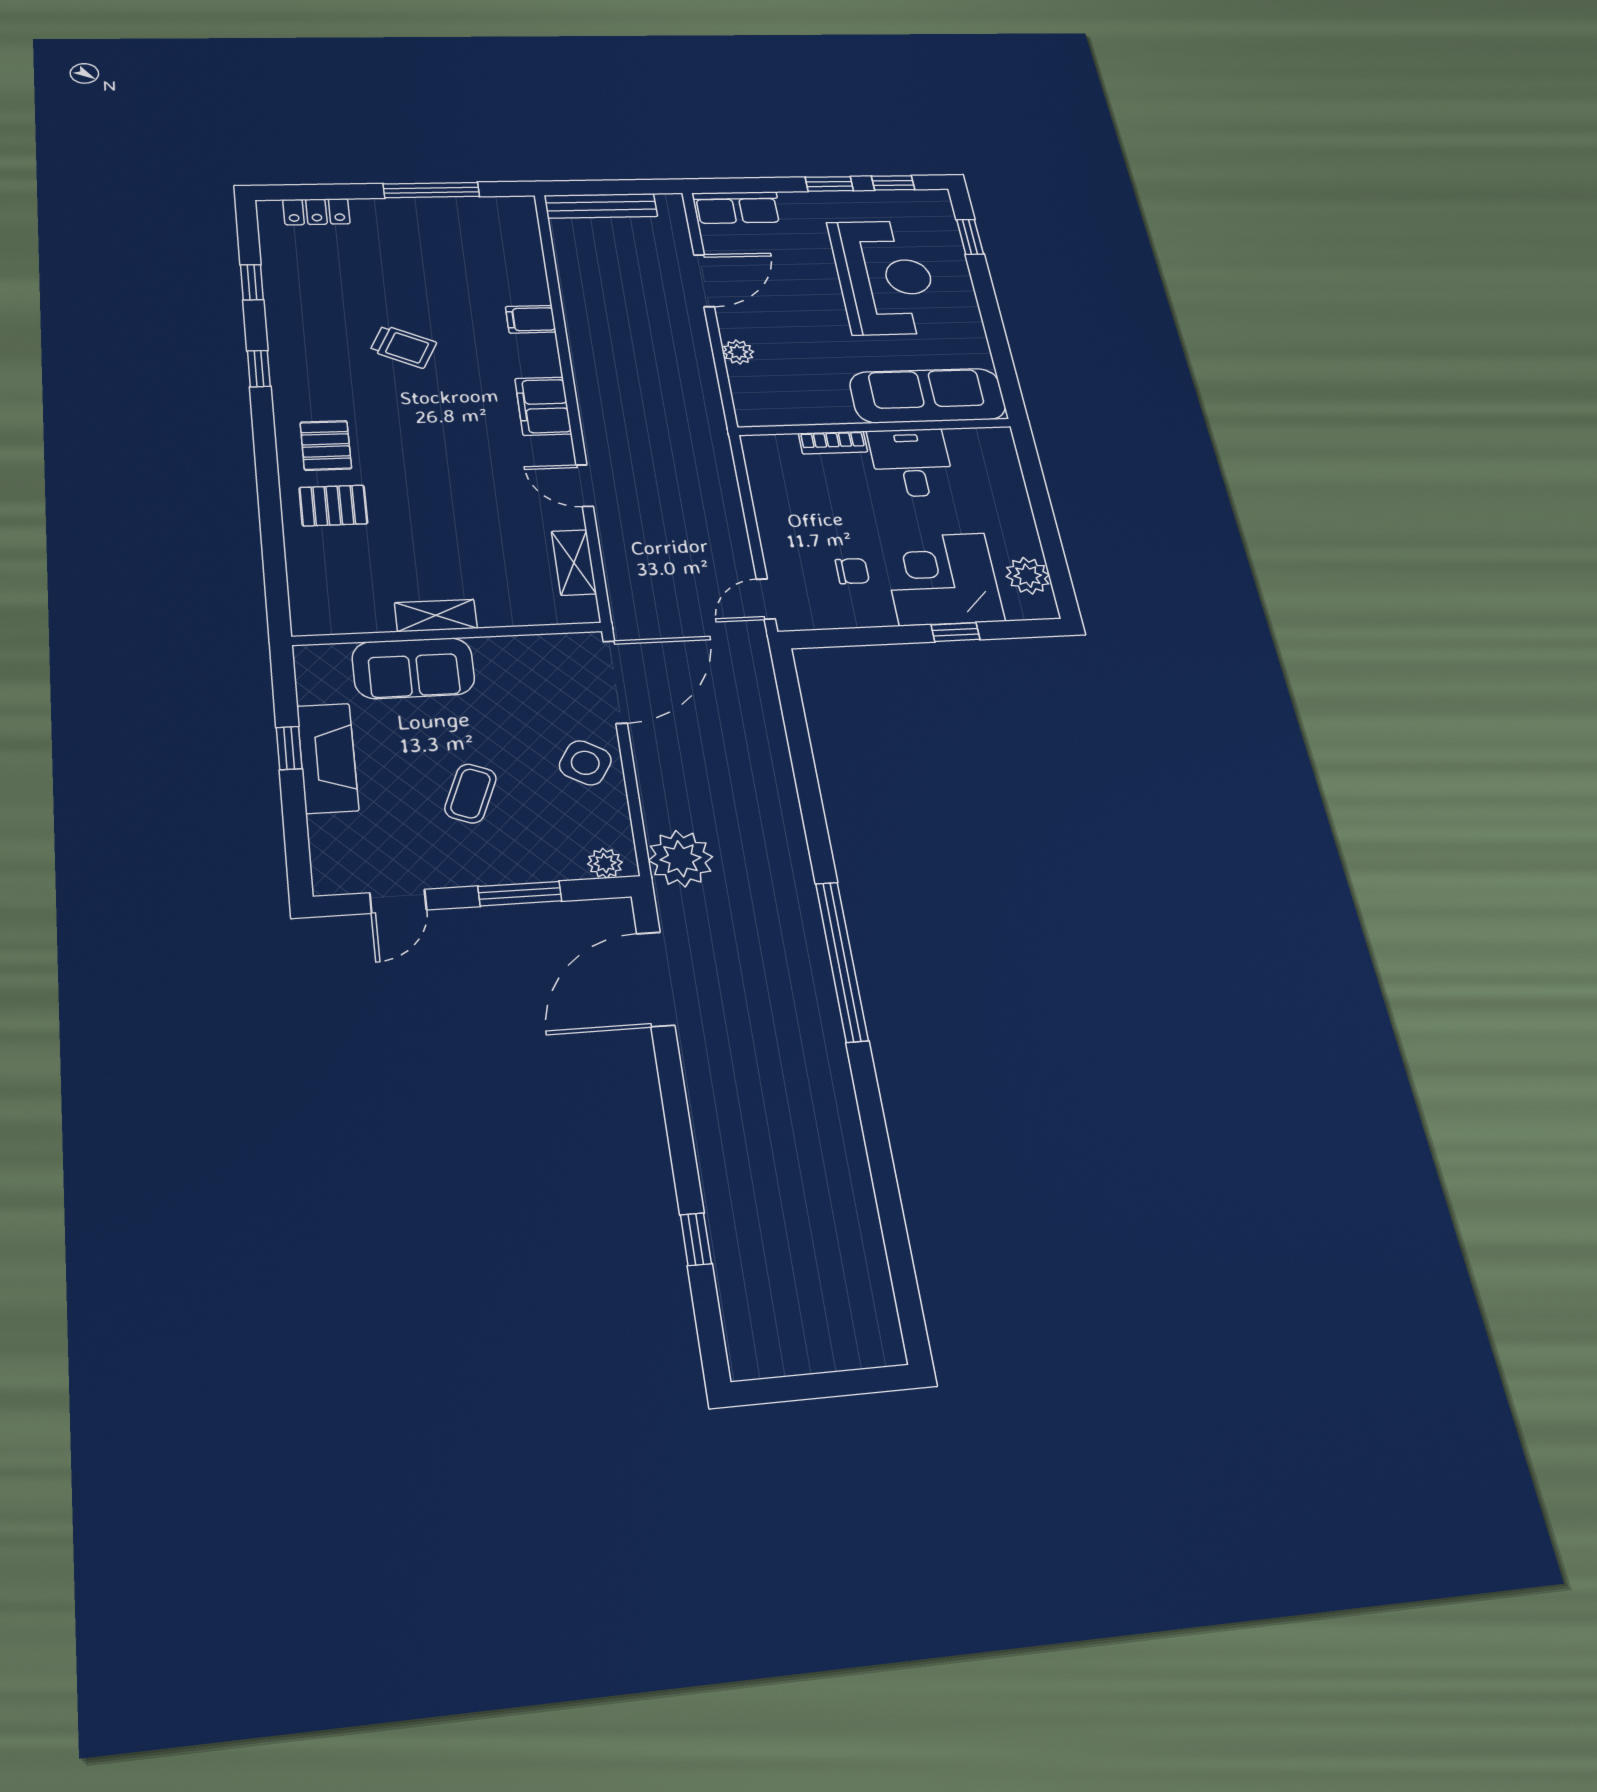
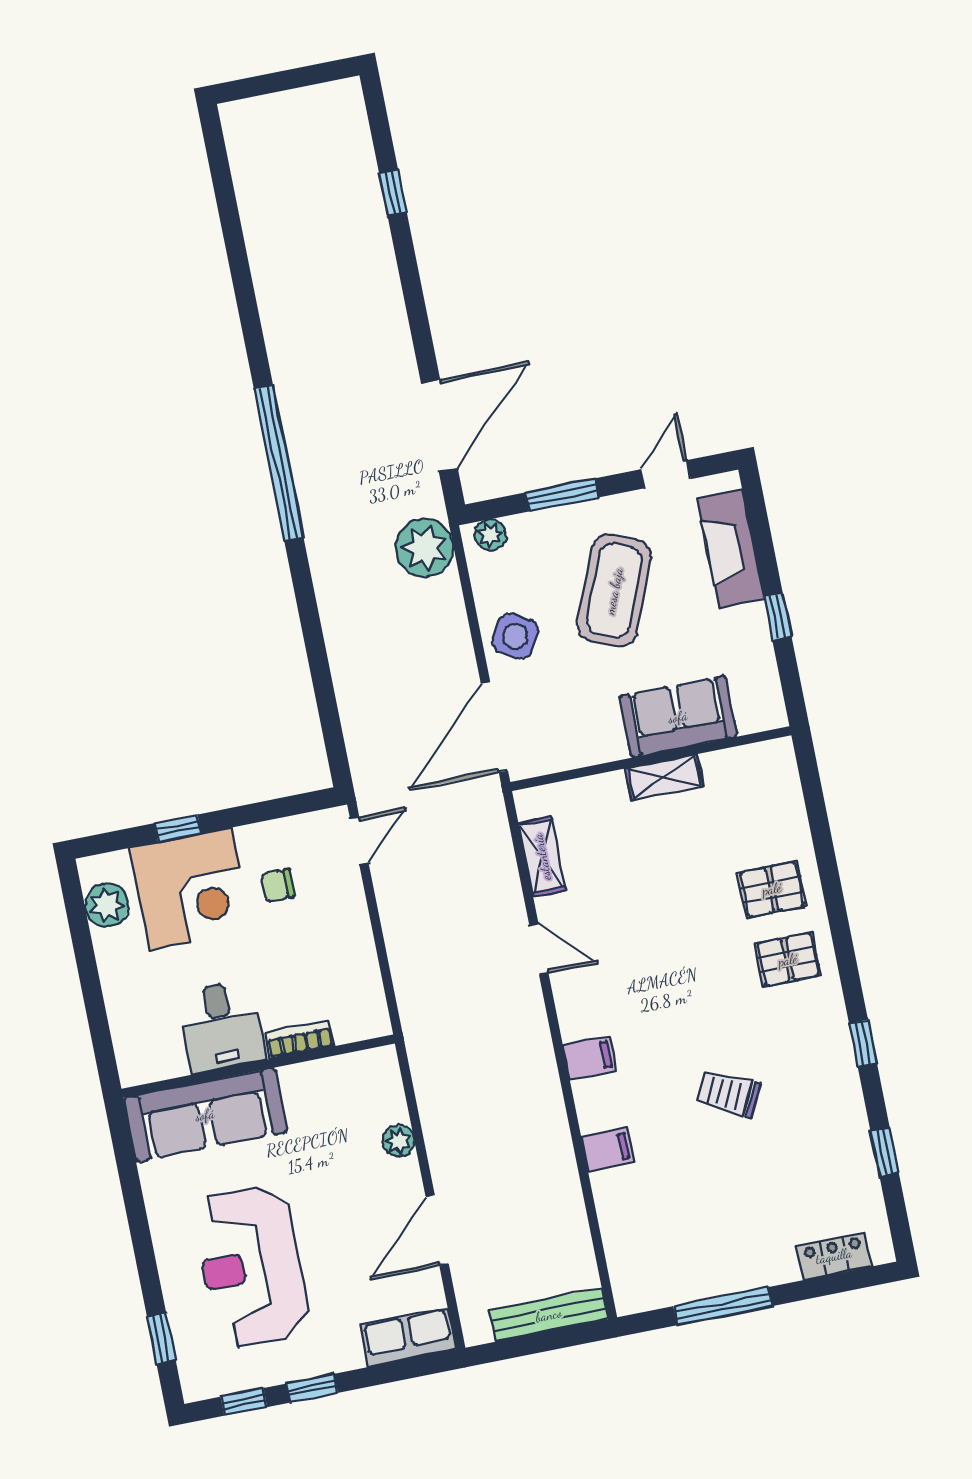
filing cabinet: (543, 406) -> (590, 1058), width x0.50
pallet: (326, 445) -> (788, 960), turned 90
fireplace: (328, 758) -> (730, 548), moved
coffee table: (470, 793) -> (614, 591), width x1.86, depth x1.72

